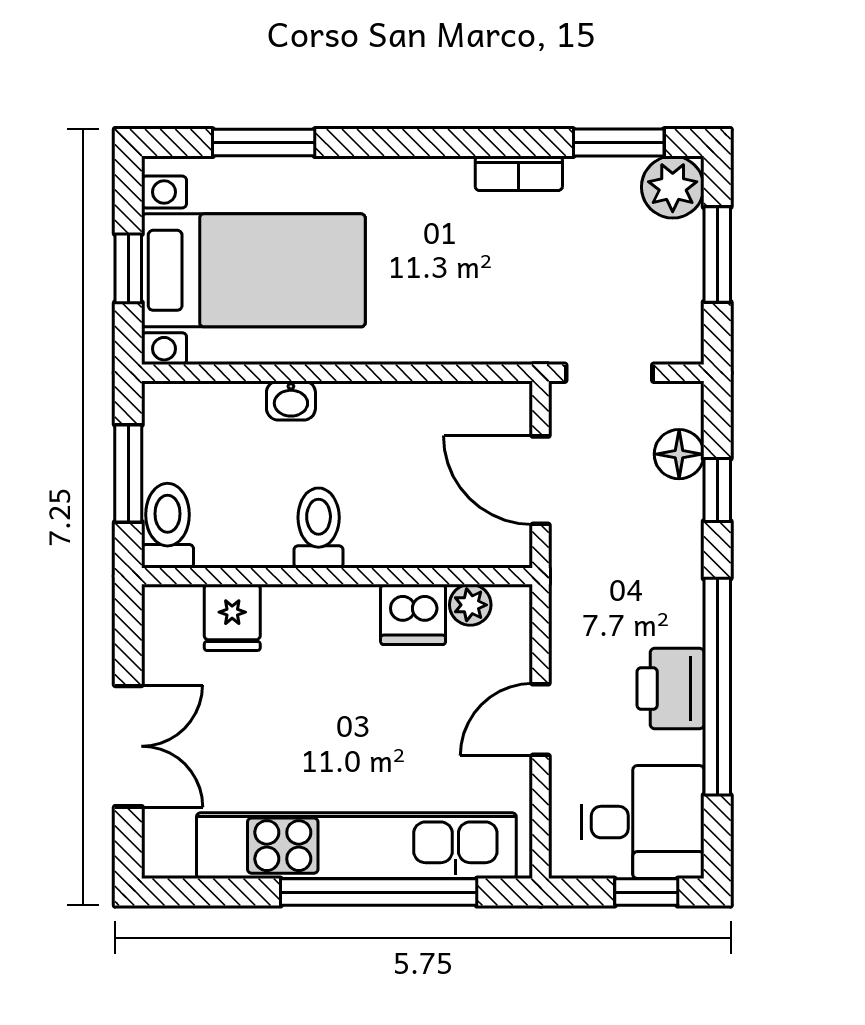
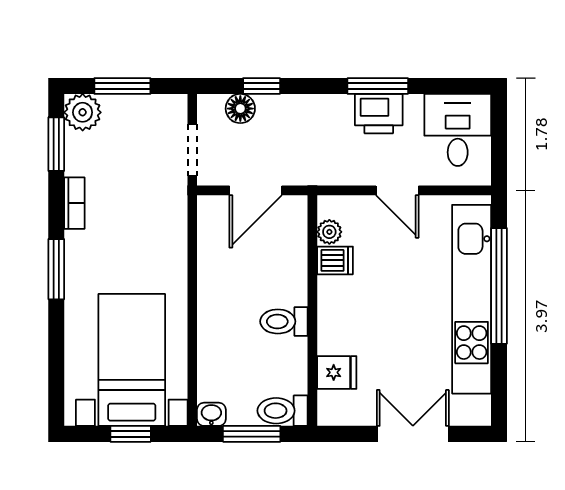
window: (264, 143) -> (56, 269), moved
washbasin: (291, 400) -> (211, 414), moved, turned -90
dishwasher: (413, 614) -> (335, 260), width x0.73
window: (717, 687) -> (378, 86), width x0.47
window: (646, 892) -> (499, 128), removed

